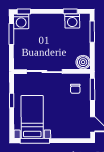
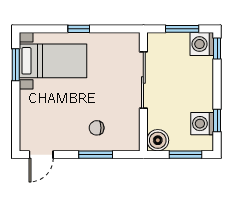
boiler: (83, 62) -> (158, 140), moved
wall: (52, 71) -> (143, 92), moved
sliding door: (44, 72) -> (143, 80), moved
window: (35, 141) -> (16, 65), width x0.69

